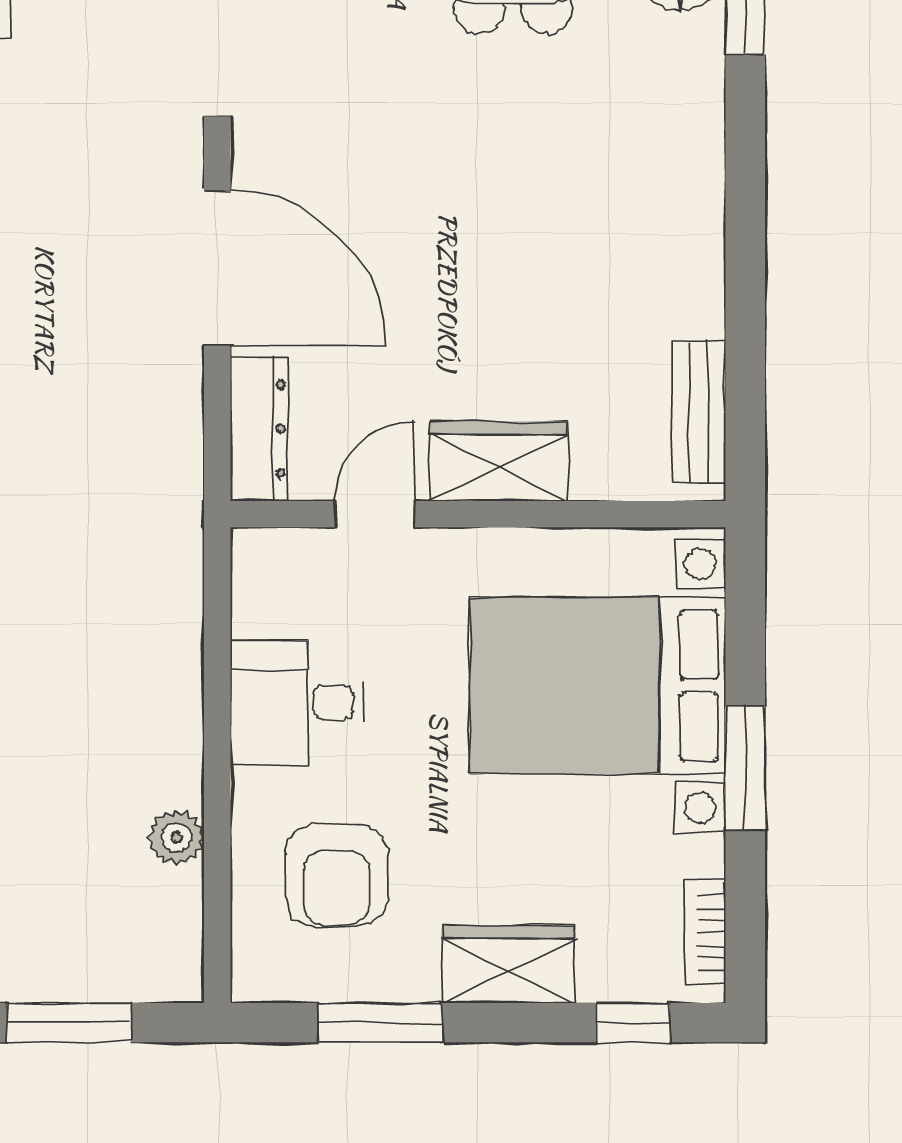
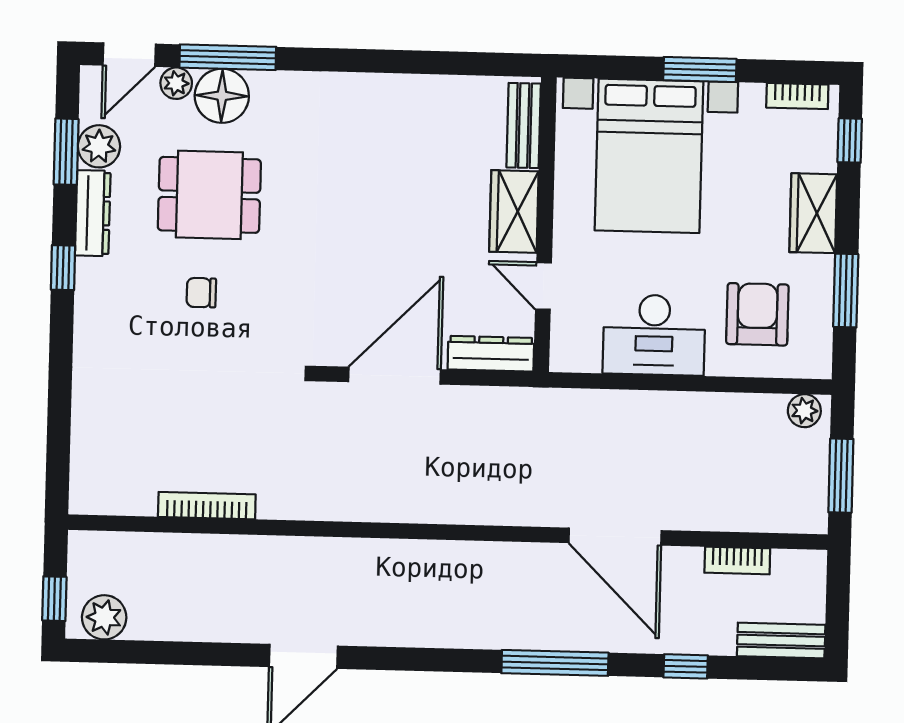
bench: (699, 412) -> (524, 126), moved, turned 90
desk: (297, 702) -> (654, 335), width x1.37
plant: (176, 837) -> (804, 411), moved
armchair: (336, 875) -> (757, 314), turned -90

